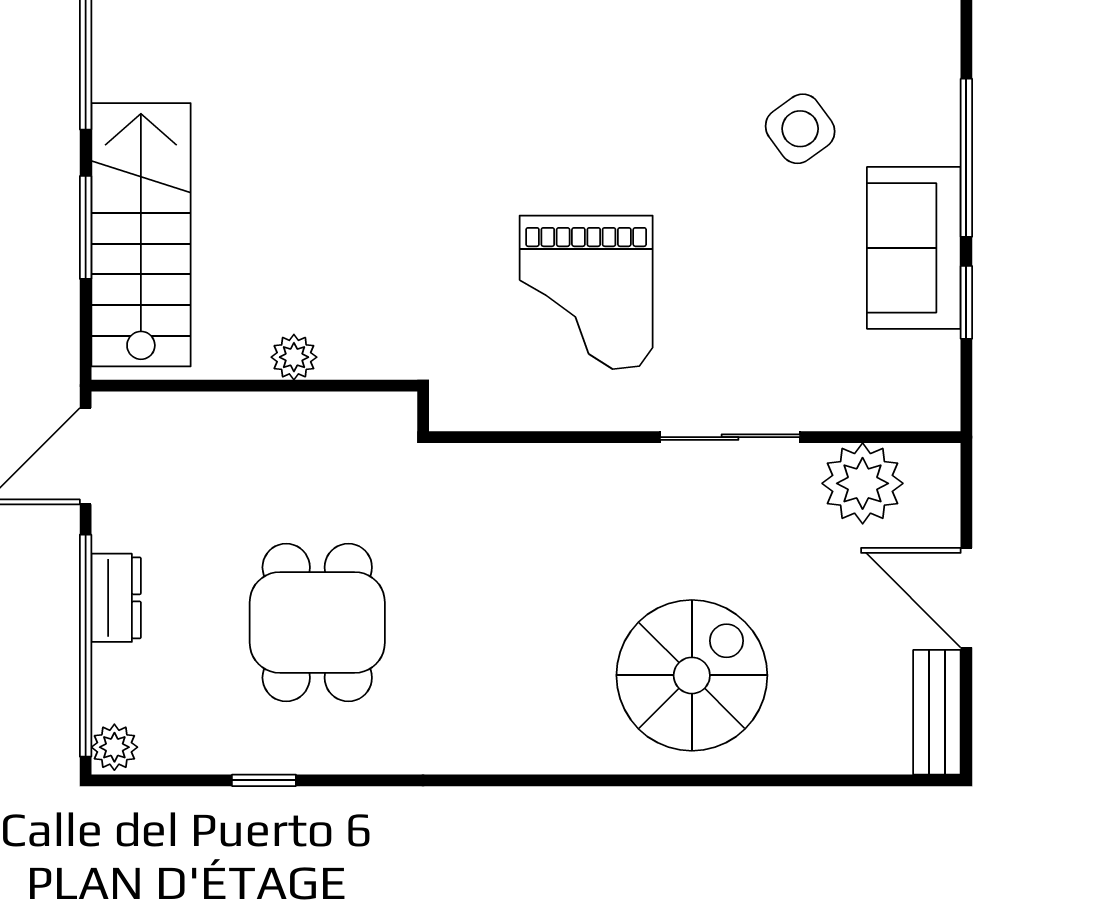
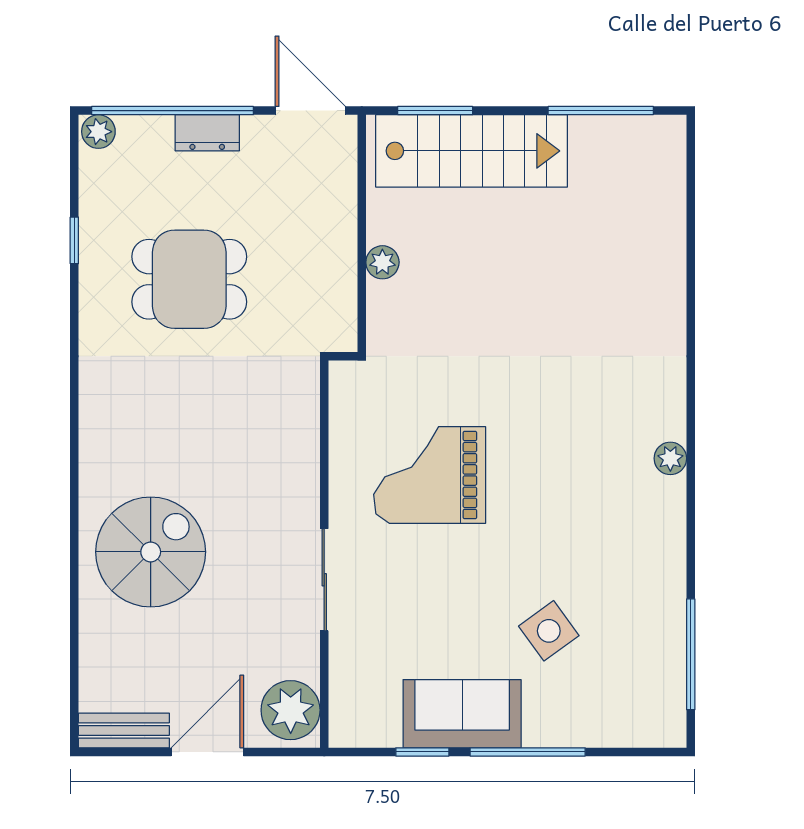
window: (86, 227) -> (435, 111), moved
plant: (863, 483) -> (291, 710), moved
spiral stairs: (692, 675) -> (151, 552), turned -90

